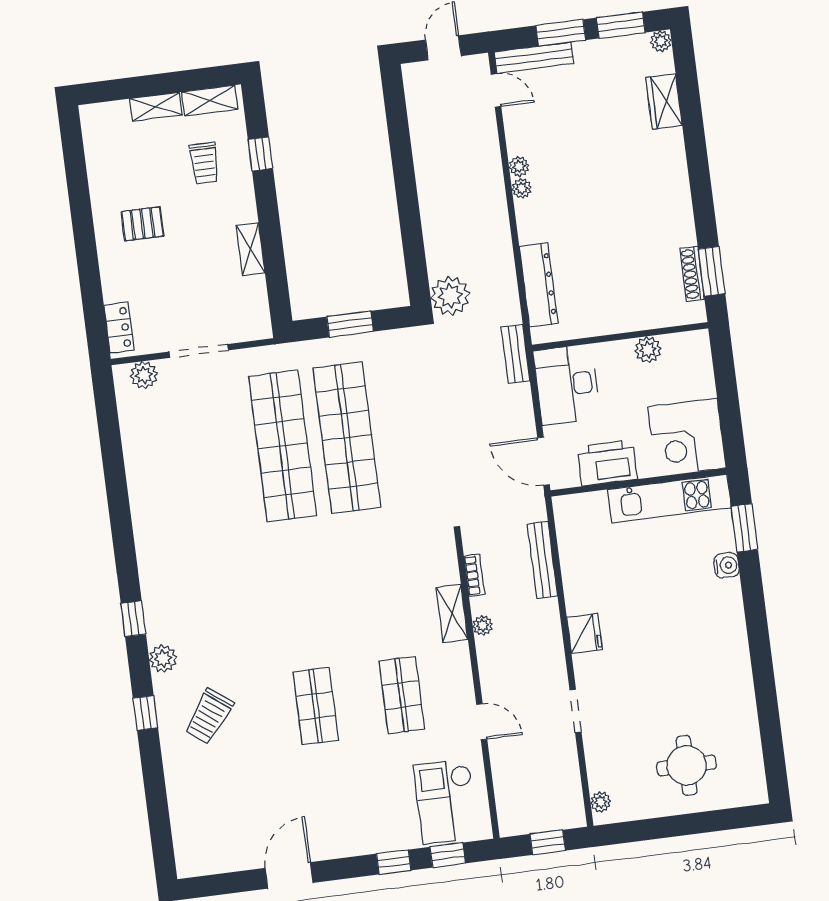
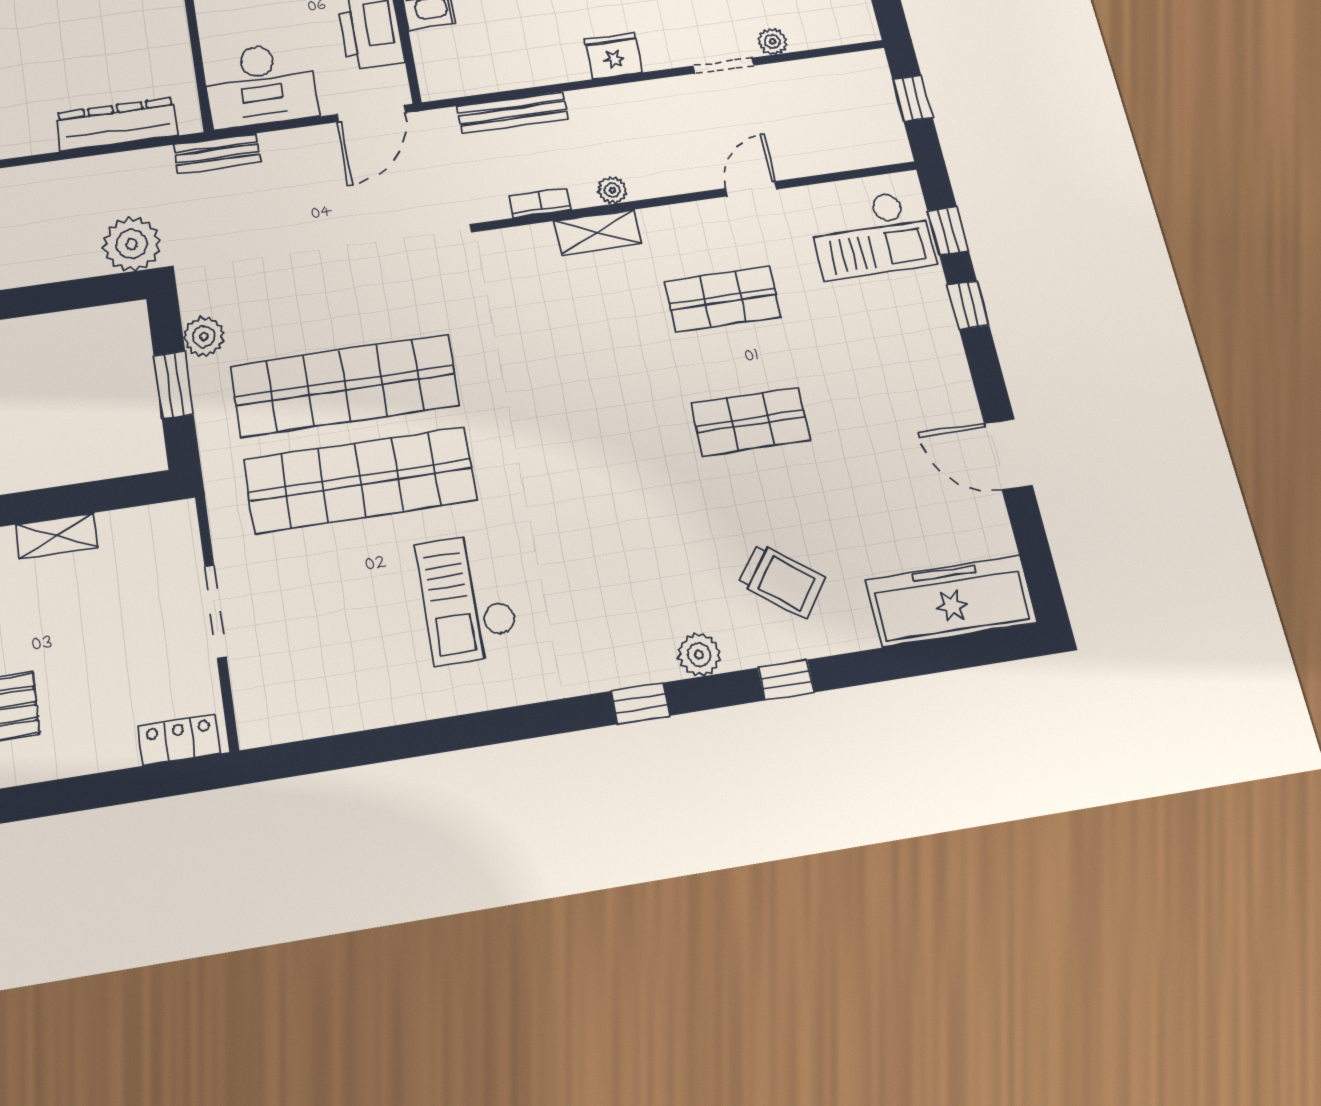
plant: (144, 375) -> (204, 336), moved
checkout: (203, 512) -> (467, 598), added
plant: (601, 802) -> (772, 41), moved
freezer: (193, 825) -> (951, 601), added

